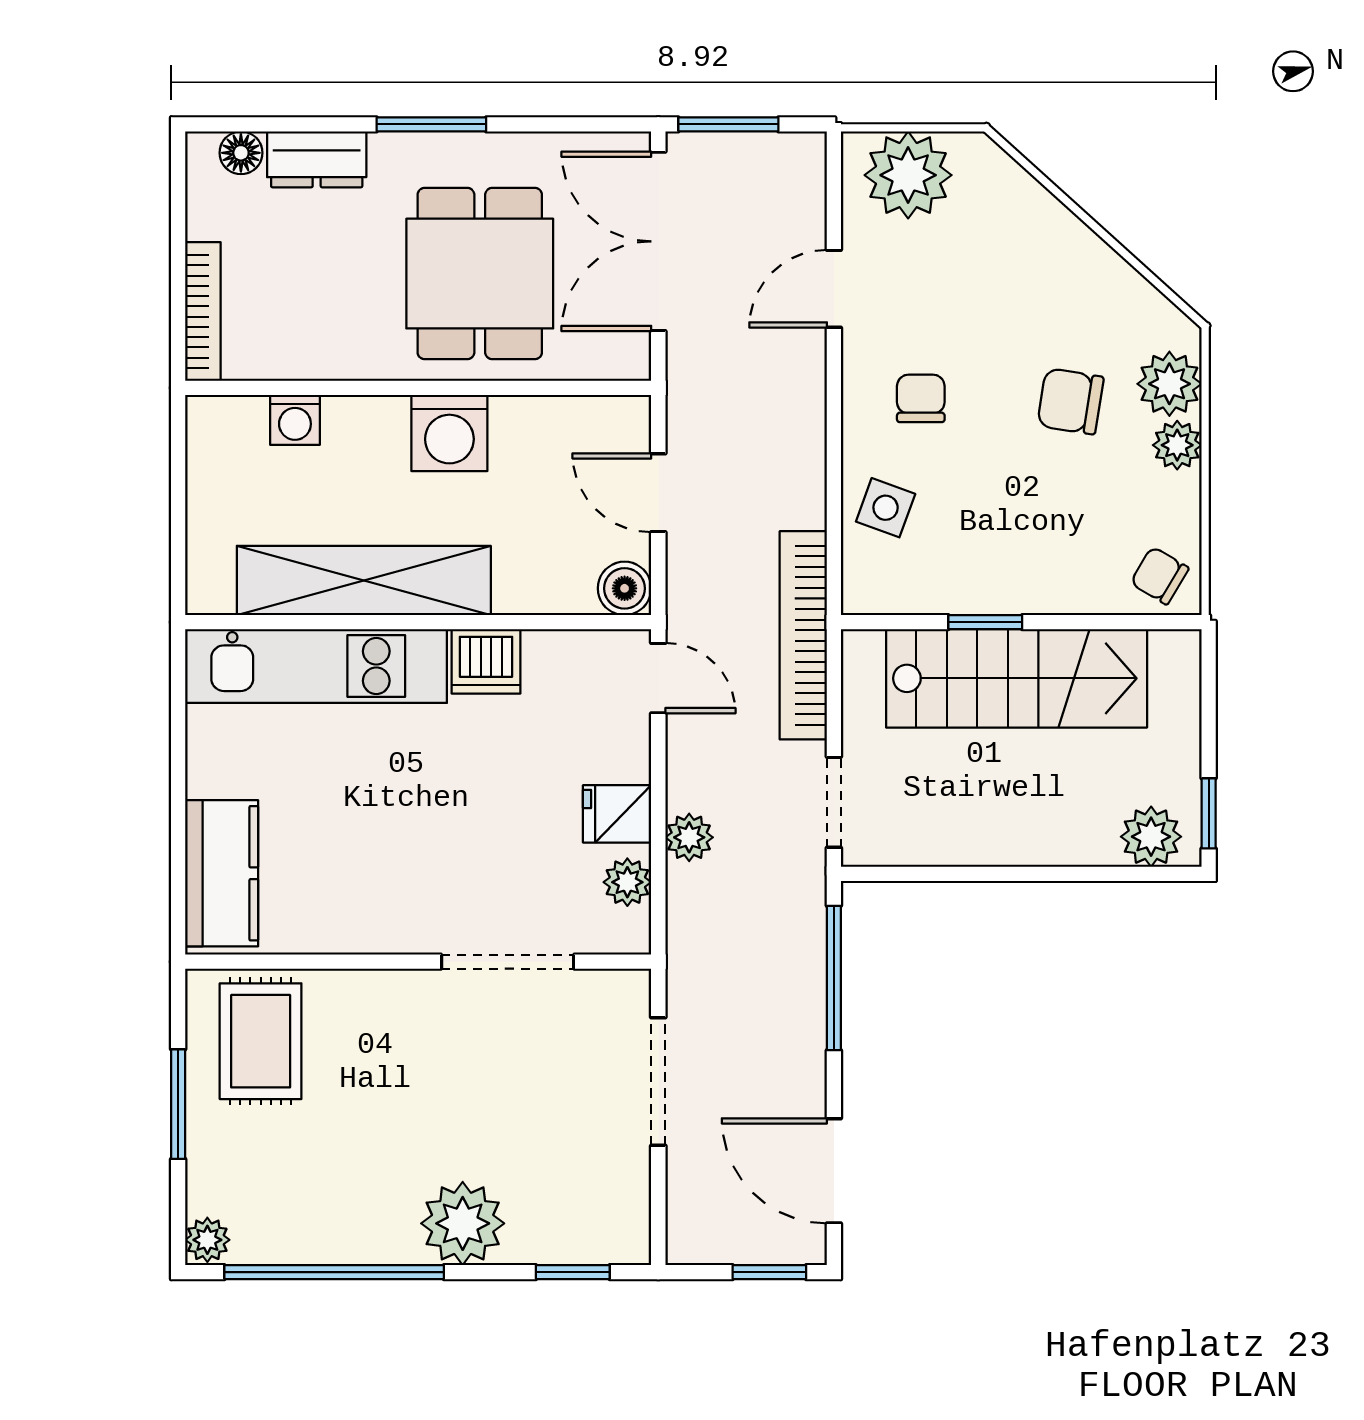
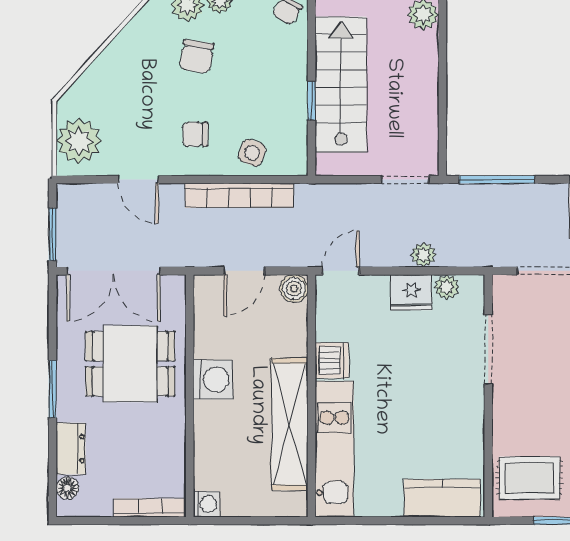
washing machine: (295, 420) -> (206, 504), moved
bookcase: (803, 635) -> (239, 195), moved
fridge: (617, 814) -> (411, 292), width x1.38

